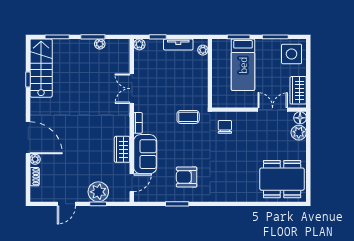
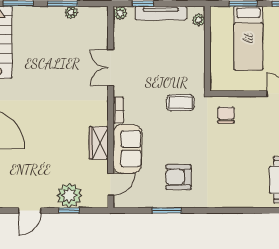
tv unit: (178, 44) -> (161, 13), width x1.41

